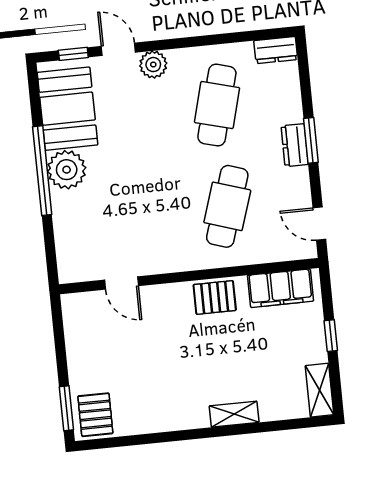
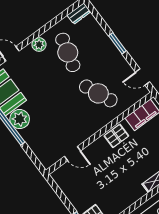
plant: (153, 65) -> (39, 45), moved
dresser: (295, 145) -> (112, 50), removed
cafe table: (227, 206) -> (98, 93), turned -42

